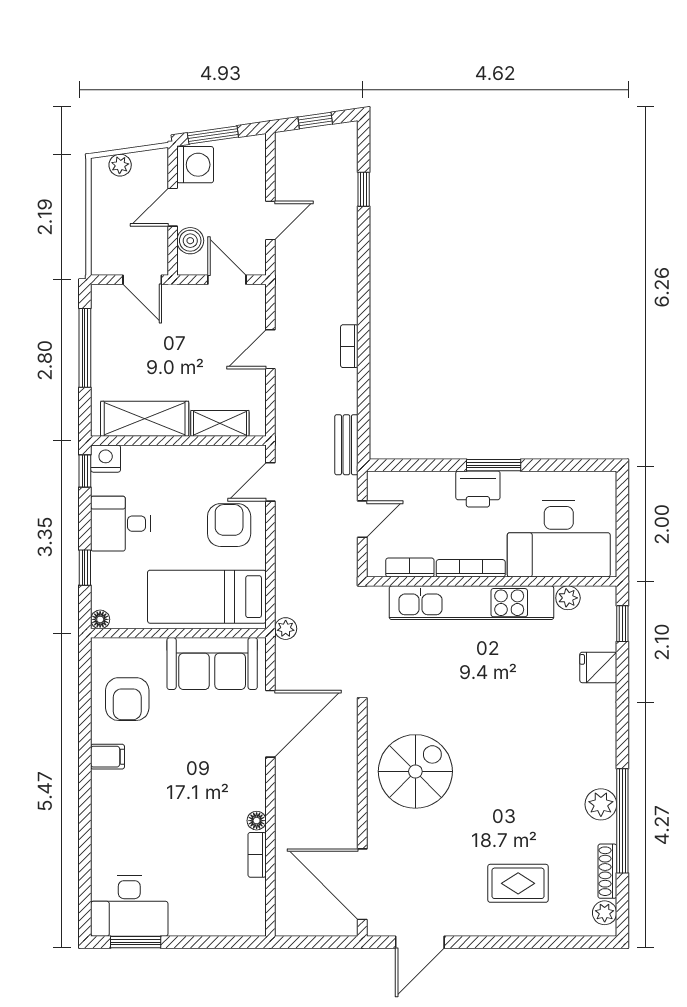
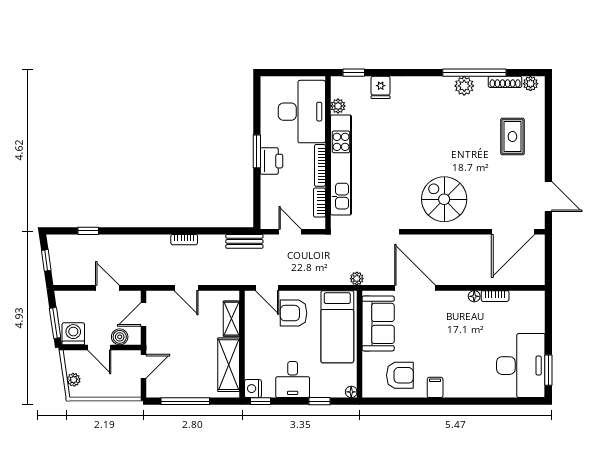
desk: (129, 906) -> (521, 366), width x1.36, depth x1.30

